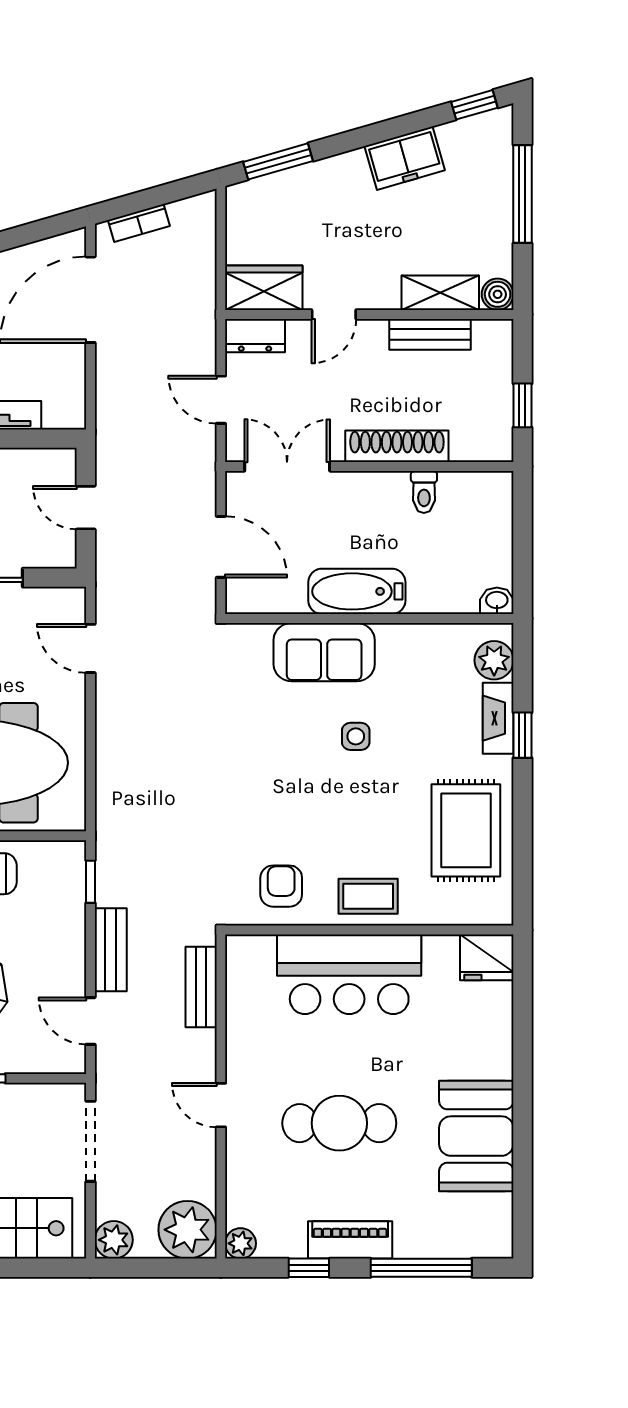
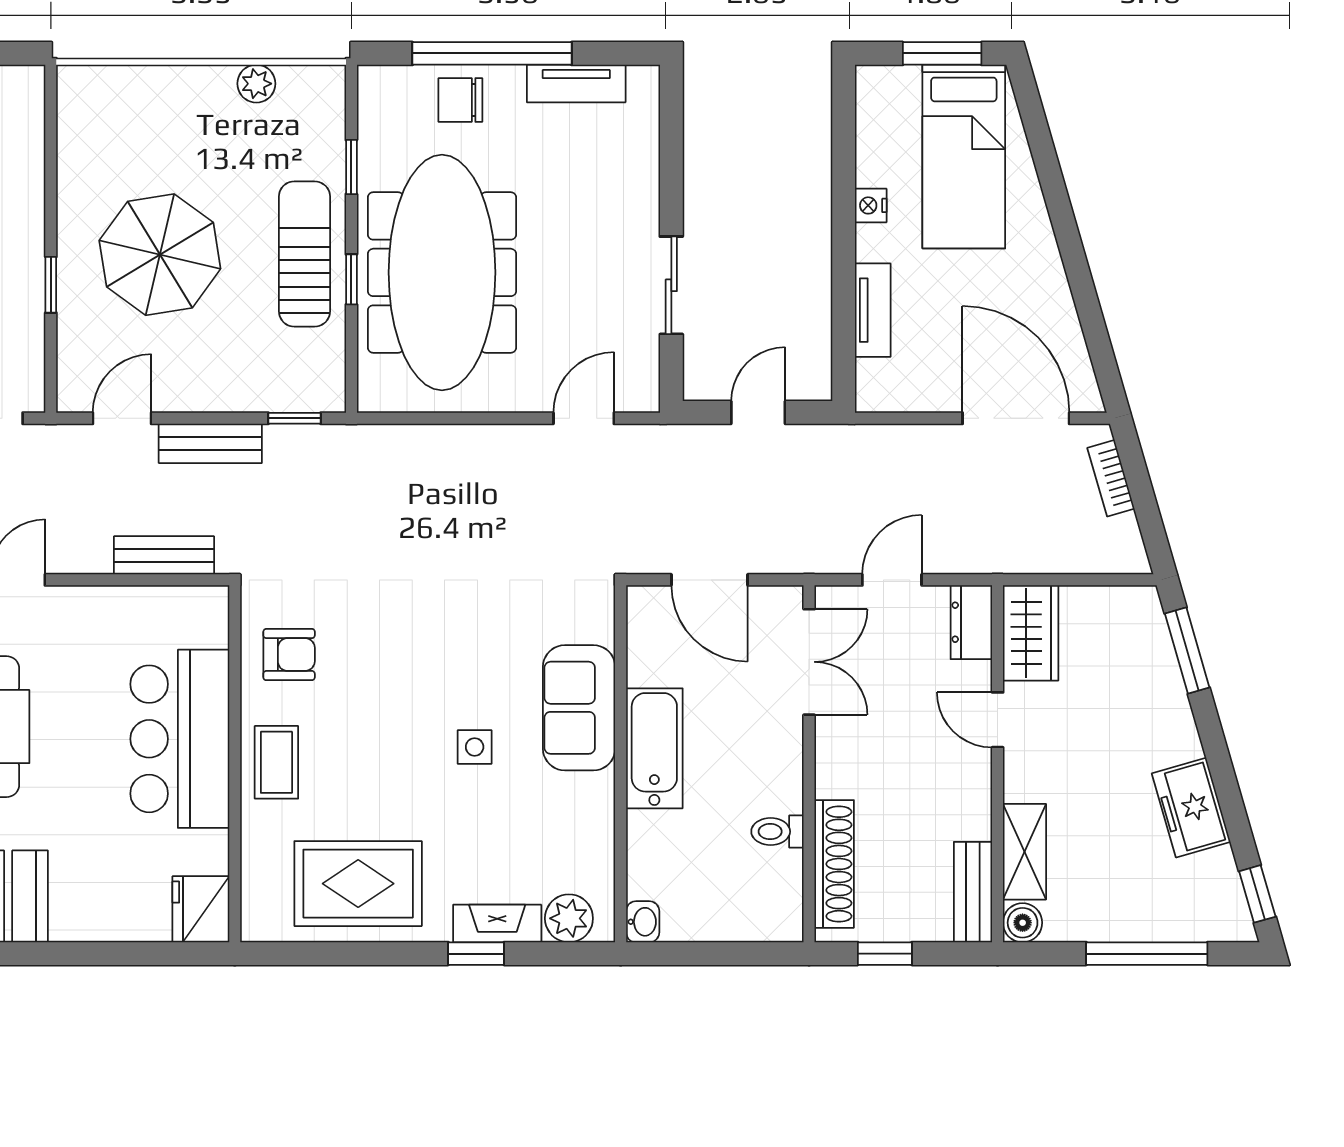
bench: (430, 334) -> (973, 892), moved
shoe rack: (397, 446) -> (834, 864), moved
door: (221, 547) -> (710, 580), hinge flipped

